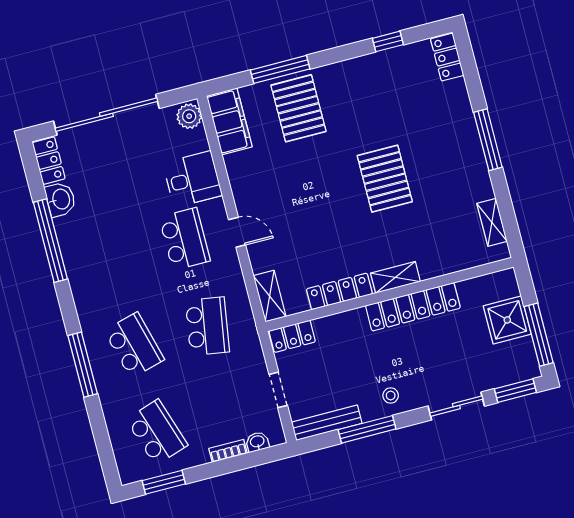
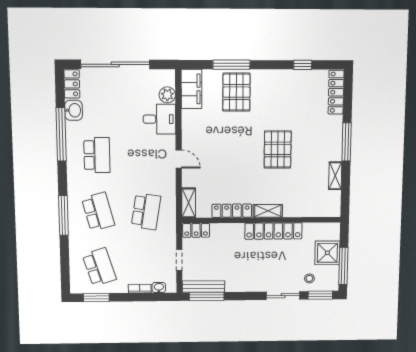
locker: (447, 57) -> (336, 92), width x1.53
plant: (189, 116) -> (167, 95), moved
shelving: (492, 222) -> (335, 176), moved
school desk: (185, 239) -> (97, 155), moved
stool: (391, 395) -> (309, 278), moved
window: (367, 429) -> (207, 296), moved

